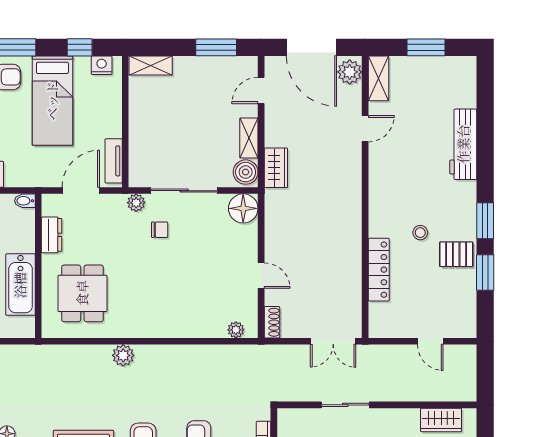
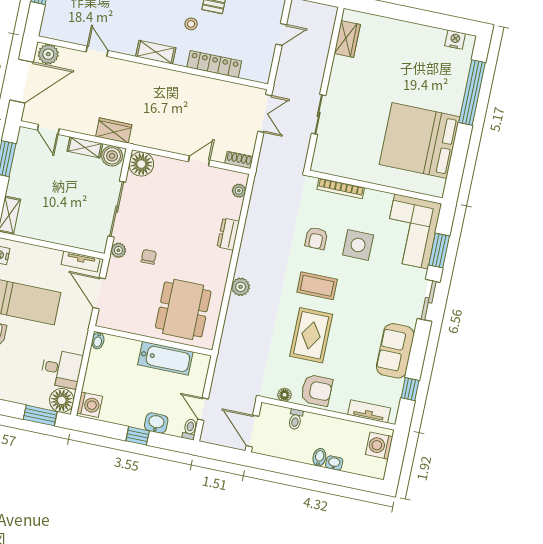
shelving: (378, 78) -> (156, 52), moved
chair: (160, 230) -> (149, 257), moved
dresser: (52, 235) -> (228, 234), moved, turned -90
dining table: (82, 293) -> (183, 309), width x1.38

